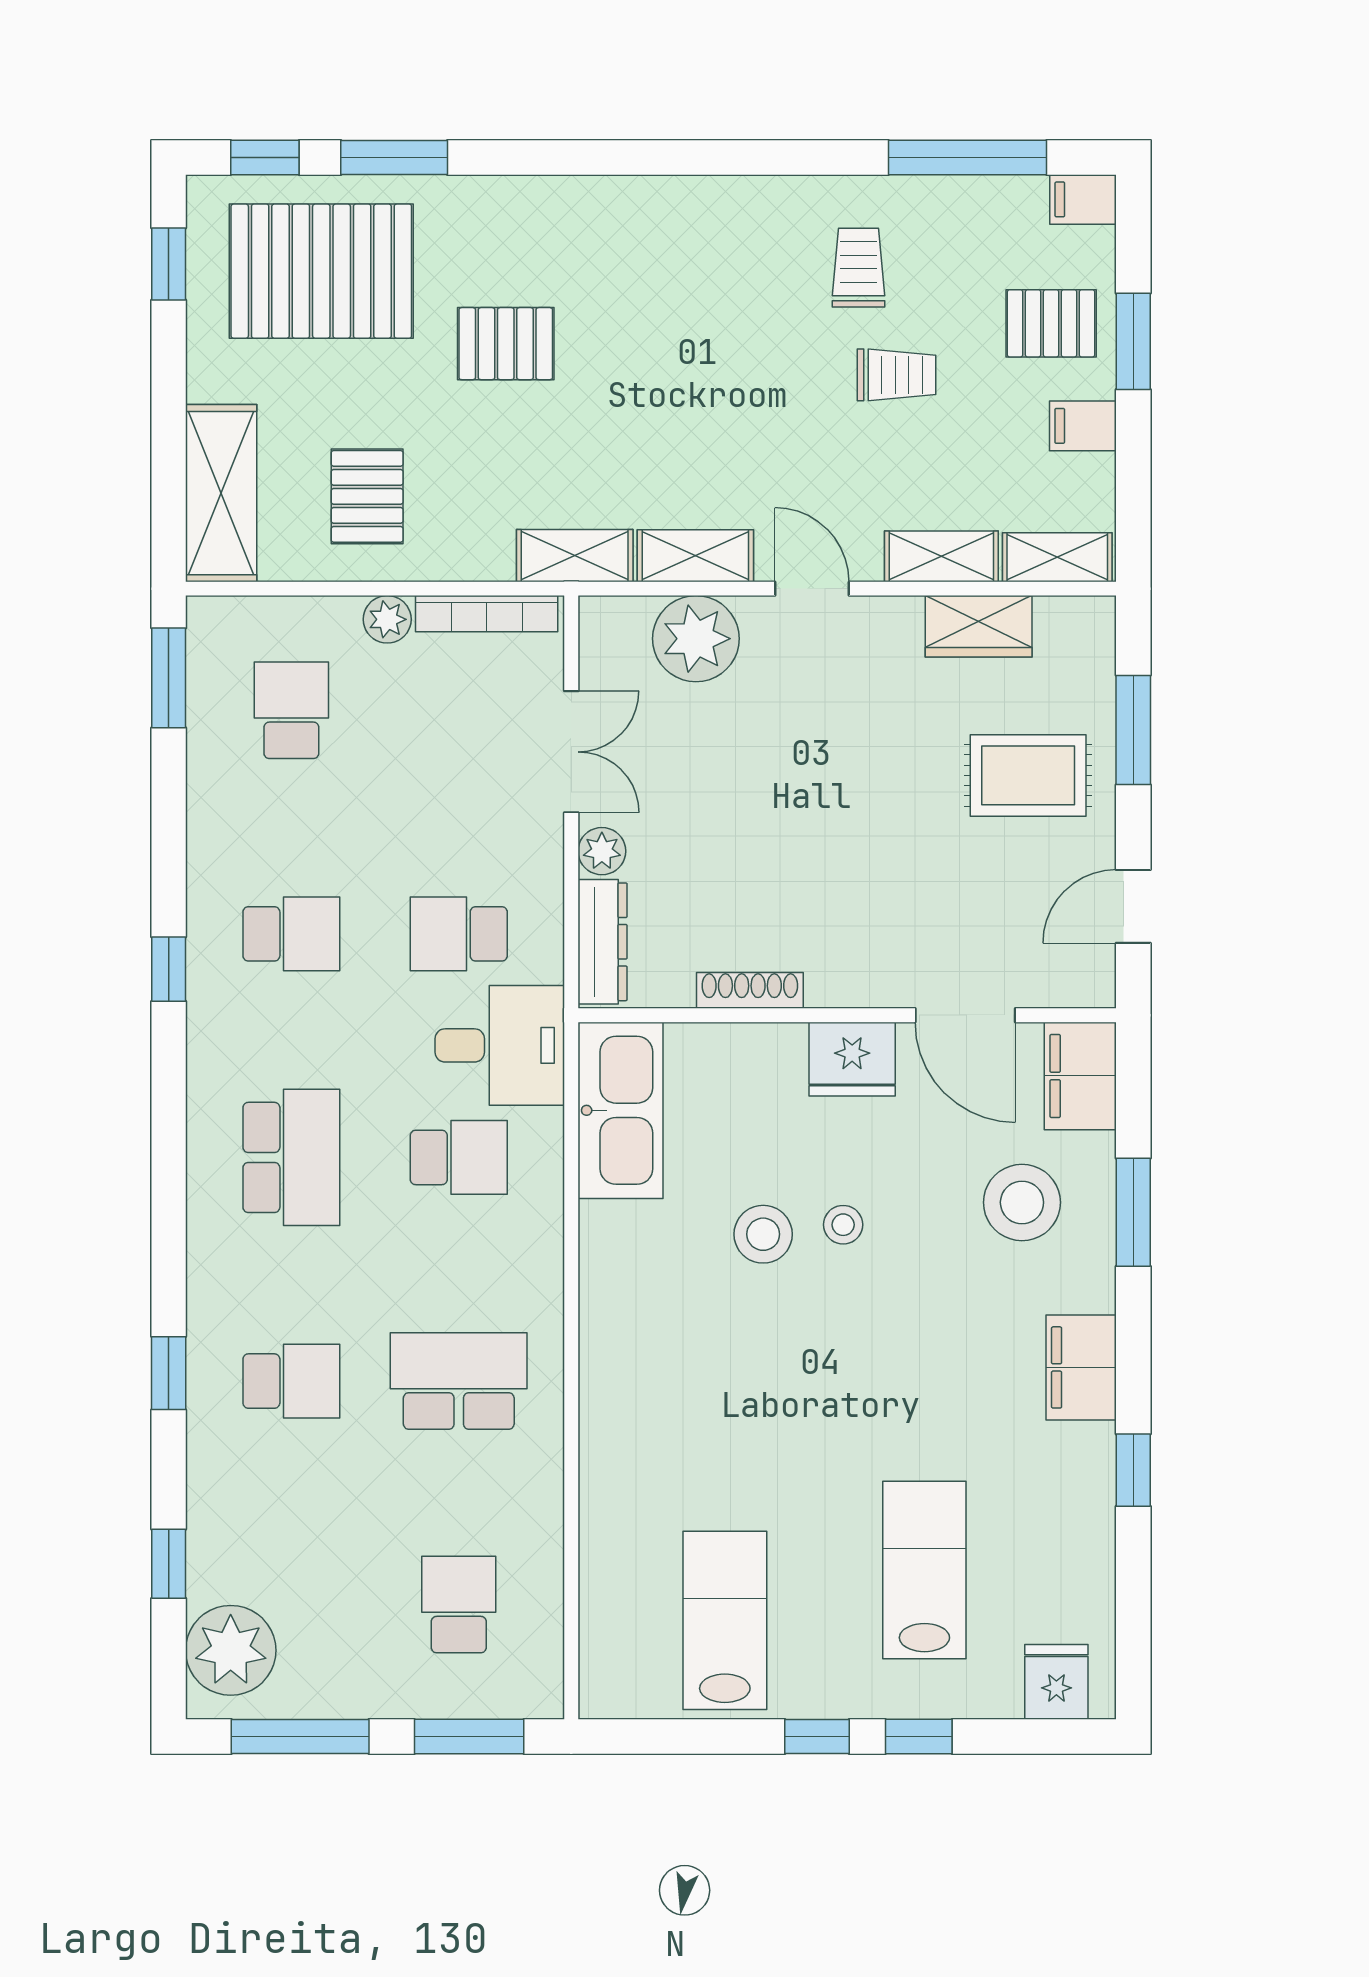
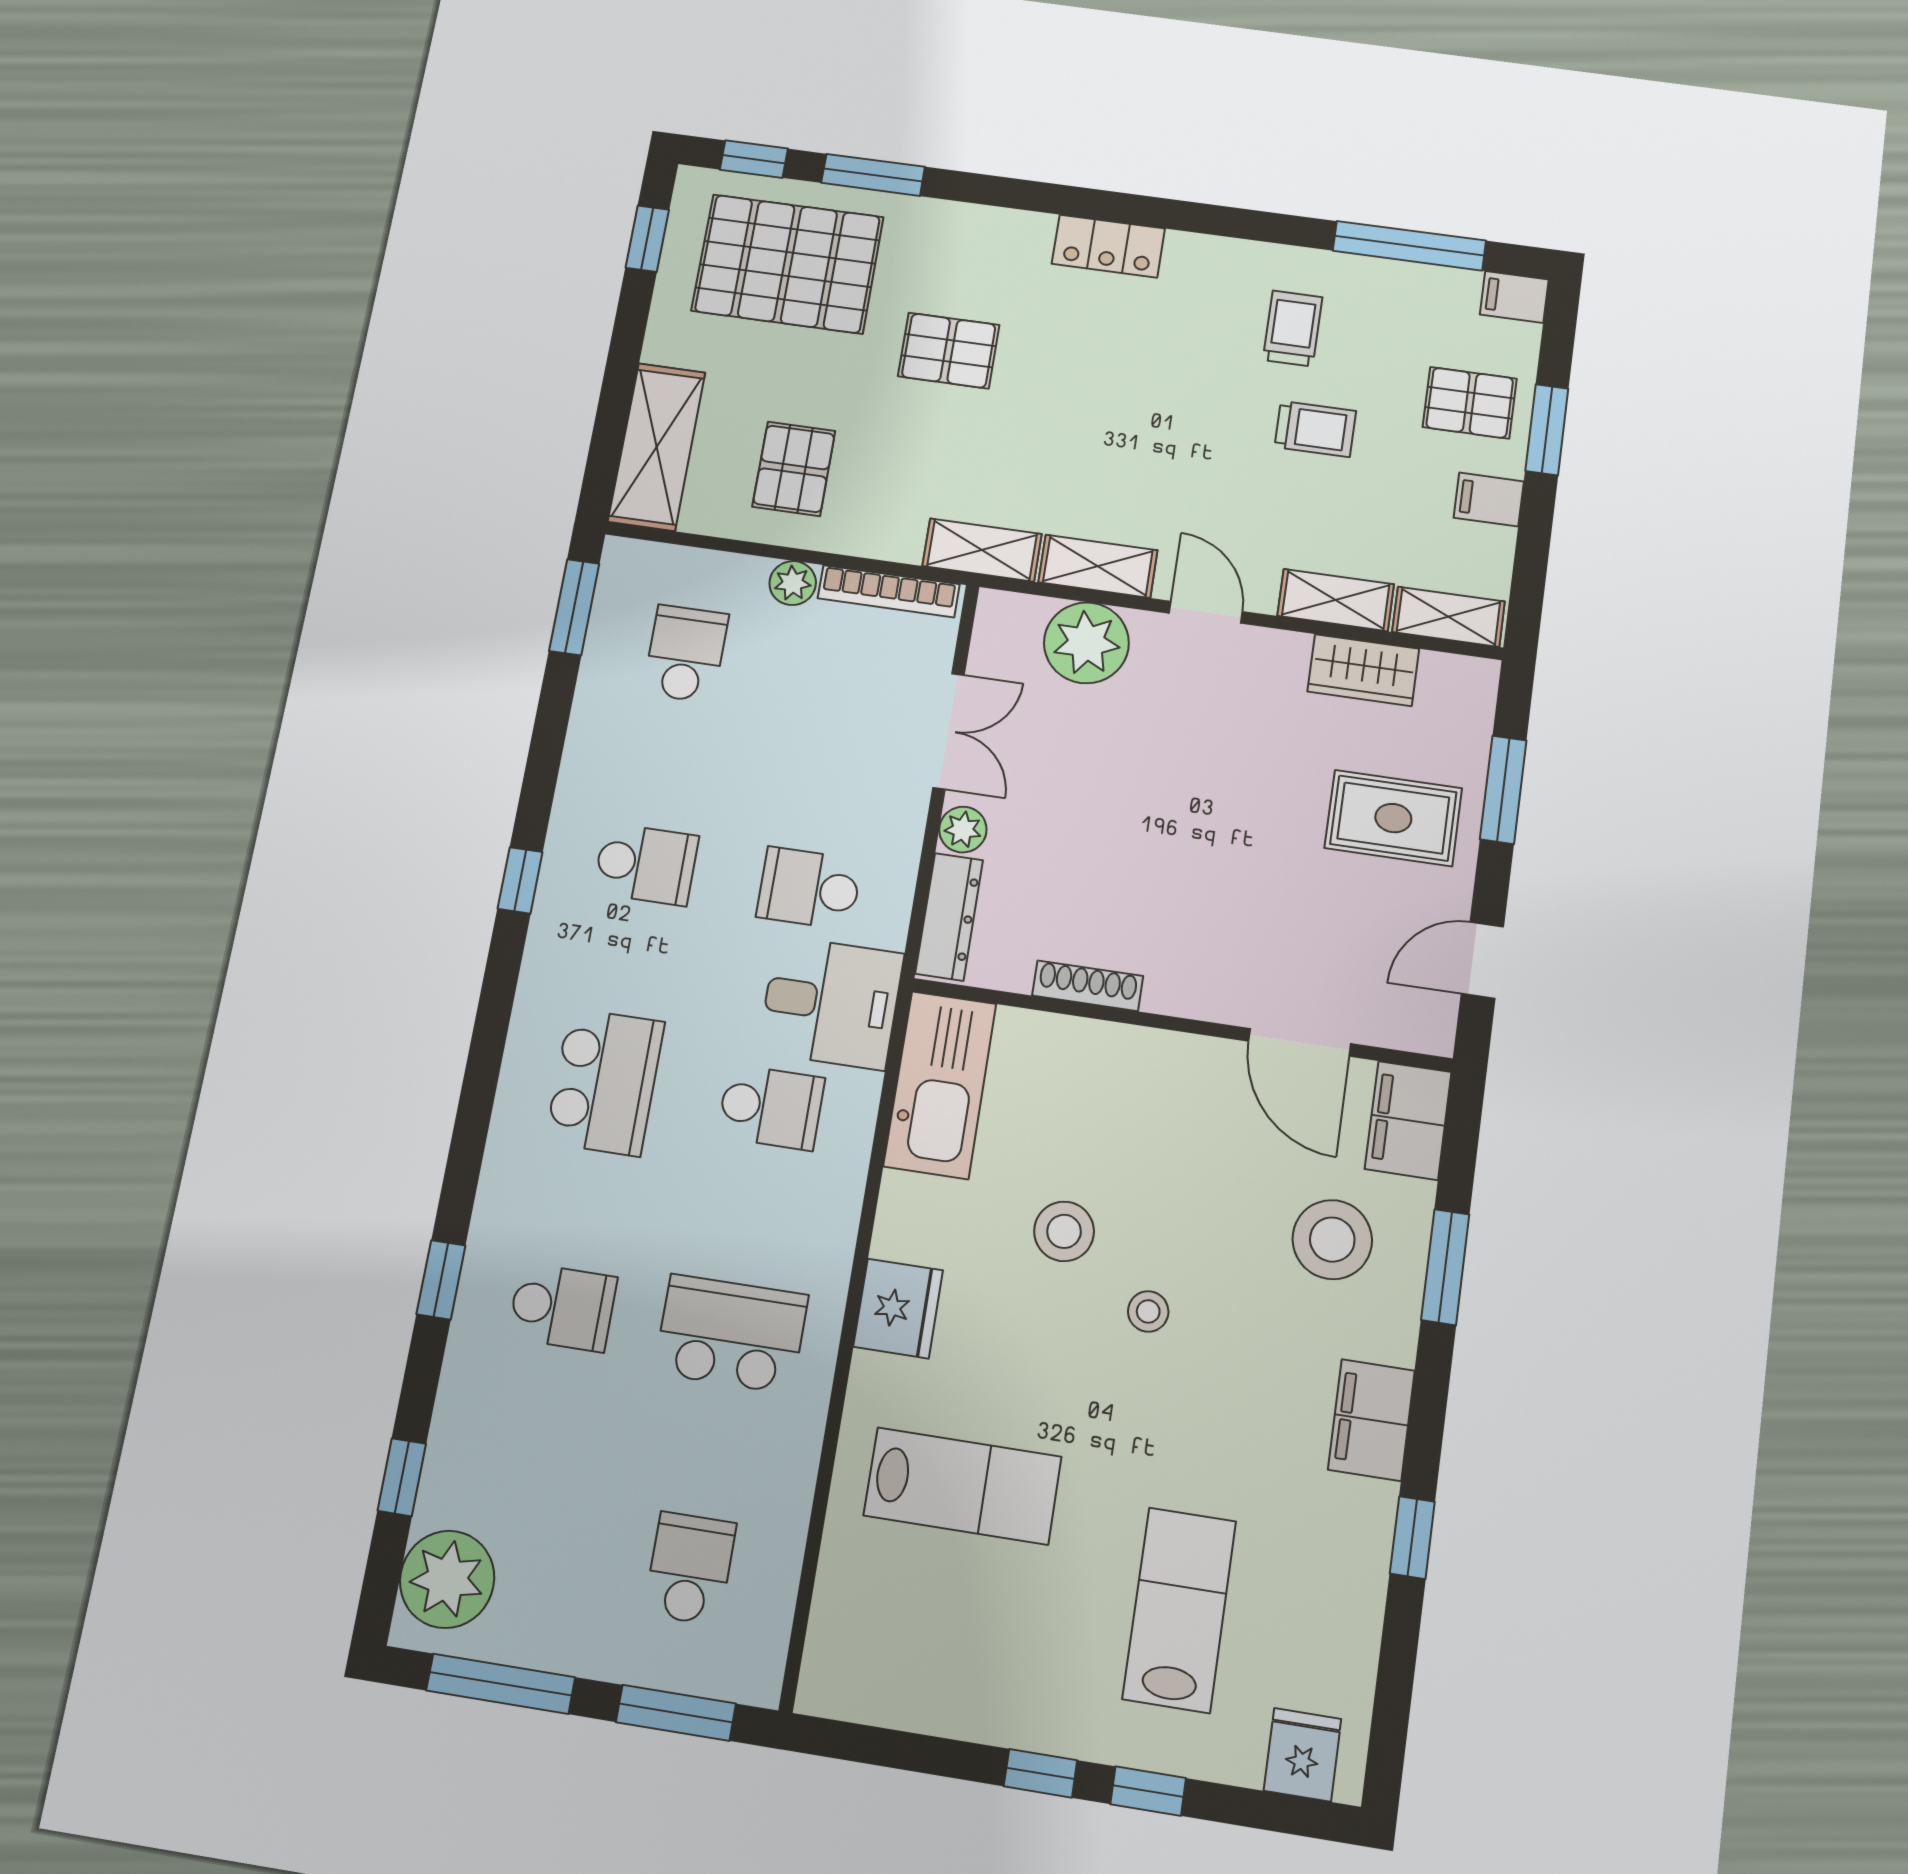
locker: (654, 203) -> (1108, 246), added
fridge: (852, 1059) -> (898, 1308), moved, turned -90
stool: (843, 1225) -> (1148, 1311), moved
lab bench: (725, 1620) -> (963, 1486), moved, turned 90

